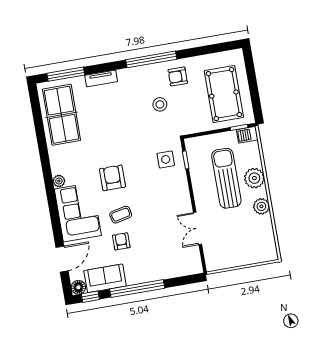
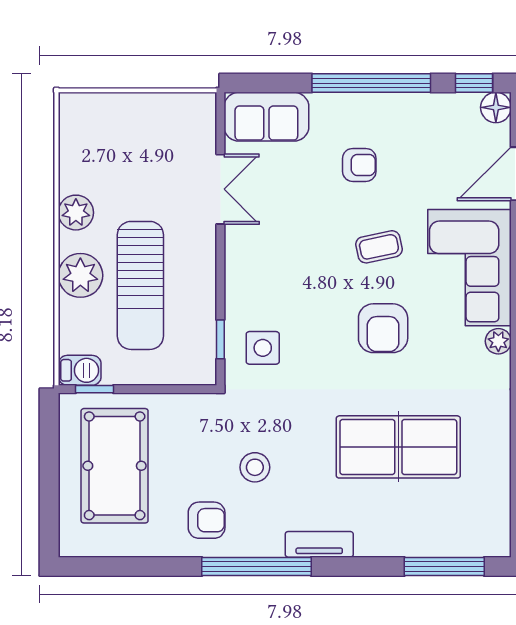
tv unit: (101, 78) -> (319, 544), moved
table tennis table: (62, 115) -> (398, 447), moved, turned 90
armchair: (121, 241) -> (359, 165), moved, turned -90
sofa: (105, 278) -> (266, 117), moved

